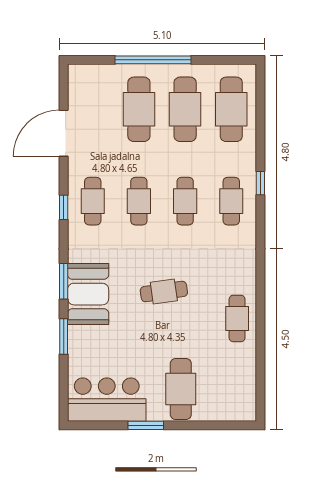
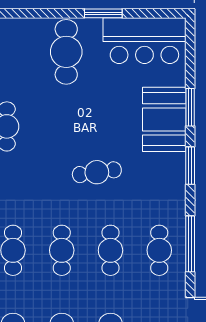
window: (64, 207) -> (190, 244), width x2.17
cafe table: (164, 291) -> (97, 172), moved
booth: (88, 294) -> (164, 119), moved

